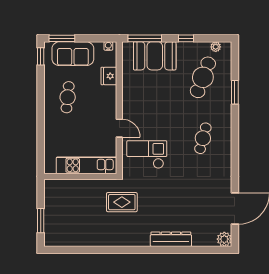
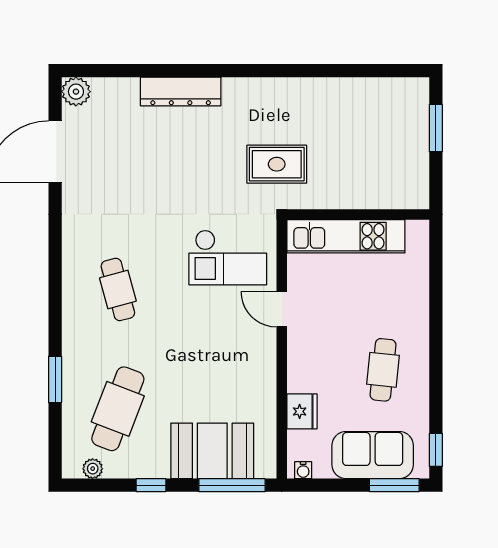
cafe table: (203, 138) -> (118, 289), turned -30

